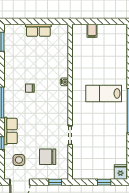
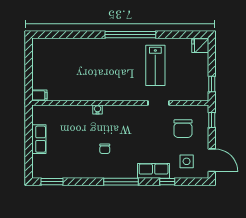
filing cabinet: (92, 31) -> (39, 95), moved
lab bench: (104, 93) -> (155, 65), moved
window: (104, 182) -> (212, 84), moved

